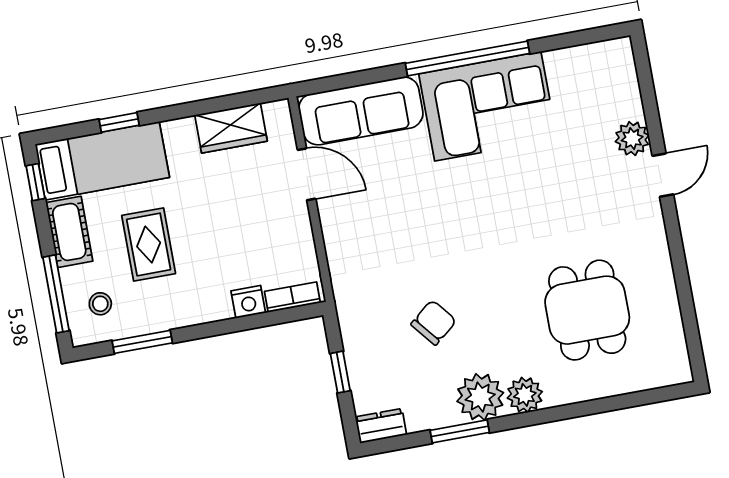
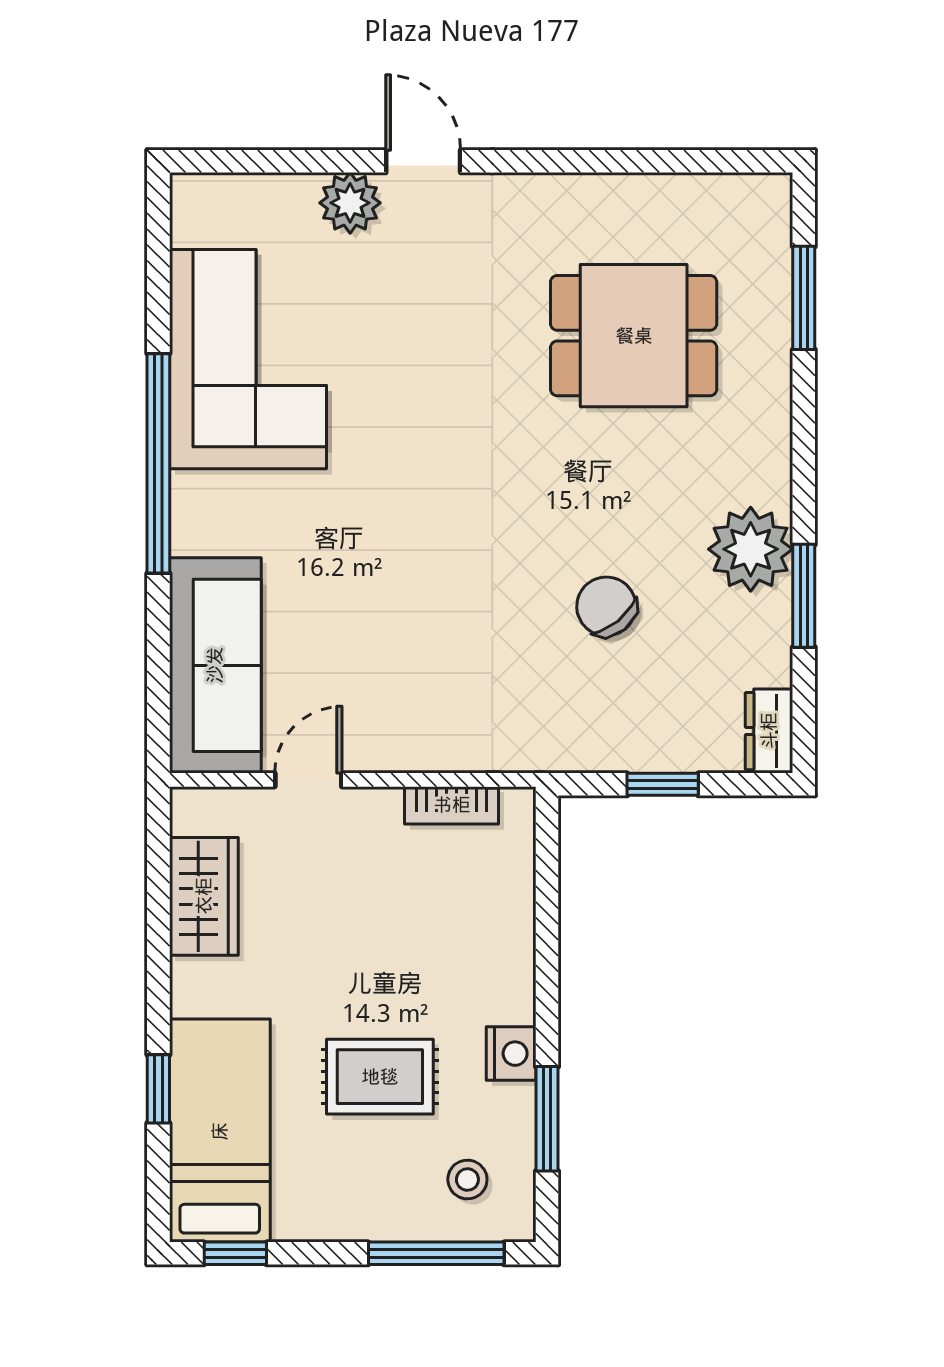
corner sofa: (488, 106) -> (248, 359), moved
door: (307, 174) -> (308, 780), width x0.73
cot: (69, 232) -> (333, 1210), removed
bookcase: (292, 297) -> (452, 805), moved, turned -90
nightstand: (248, 302) -> (511, 1054), moved
plant: (525, 395) -> (761, 471), removed
window: (626, 401) -> (804, 298), added

